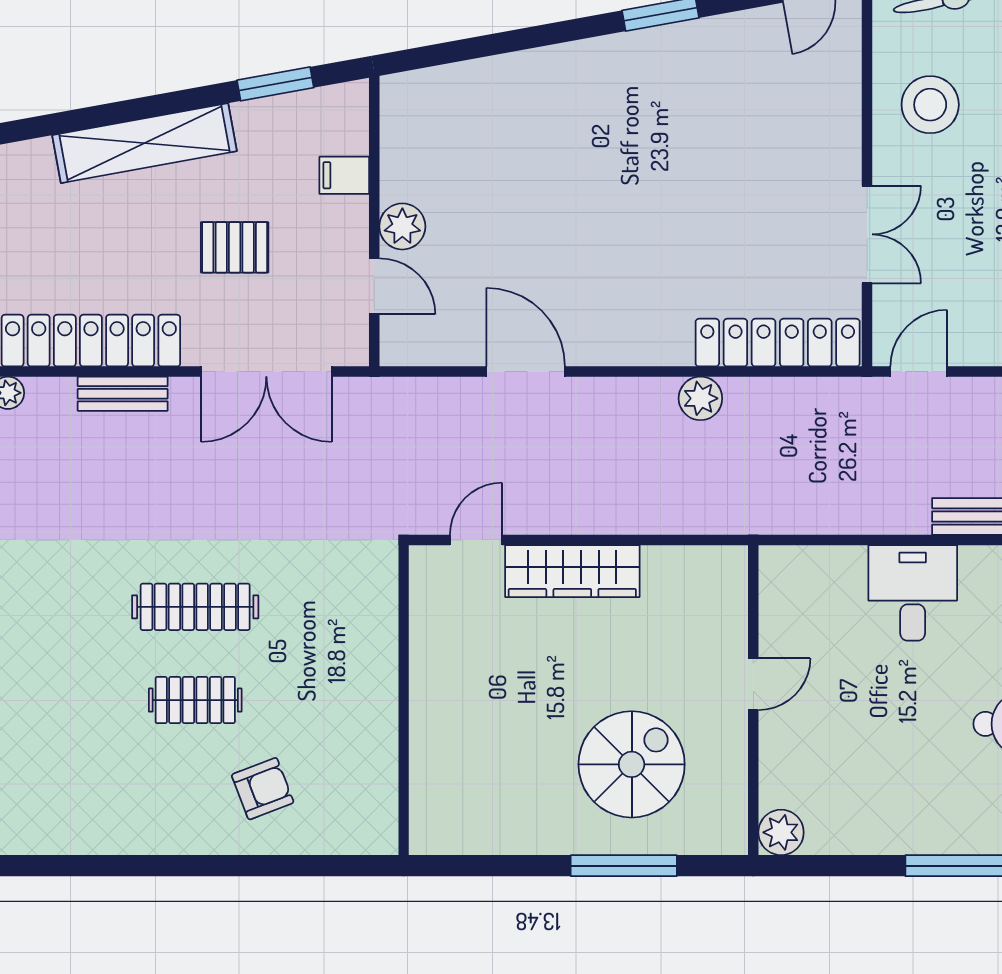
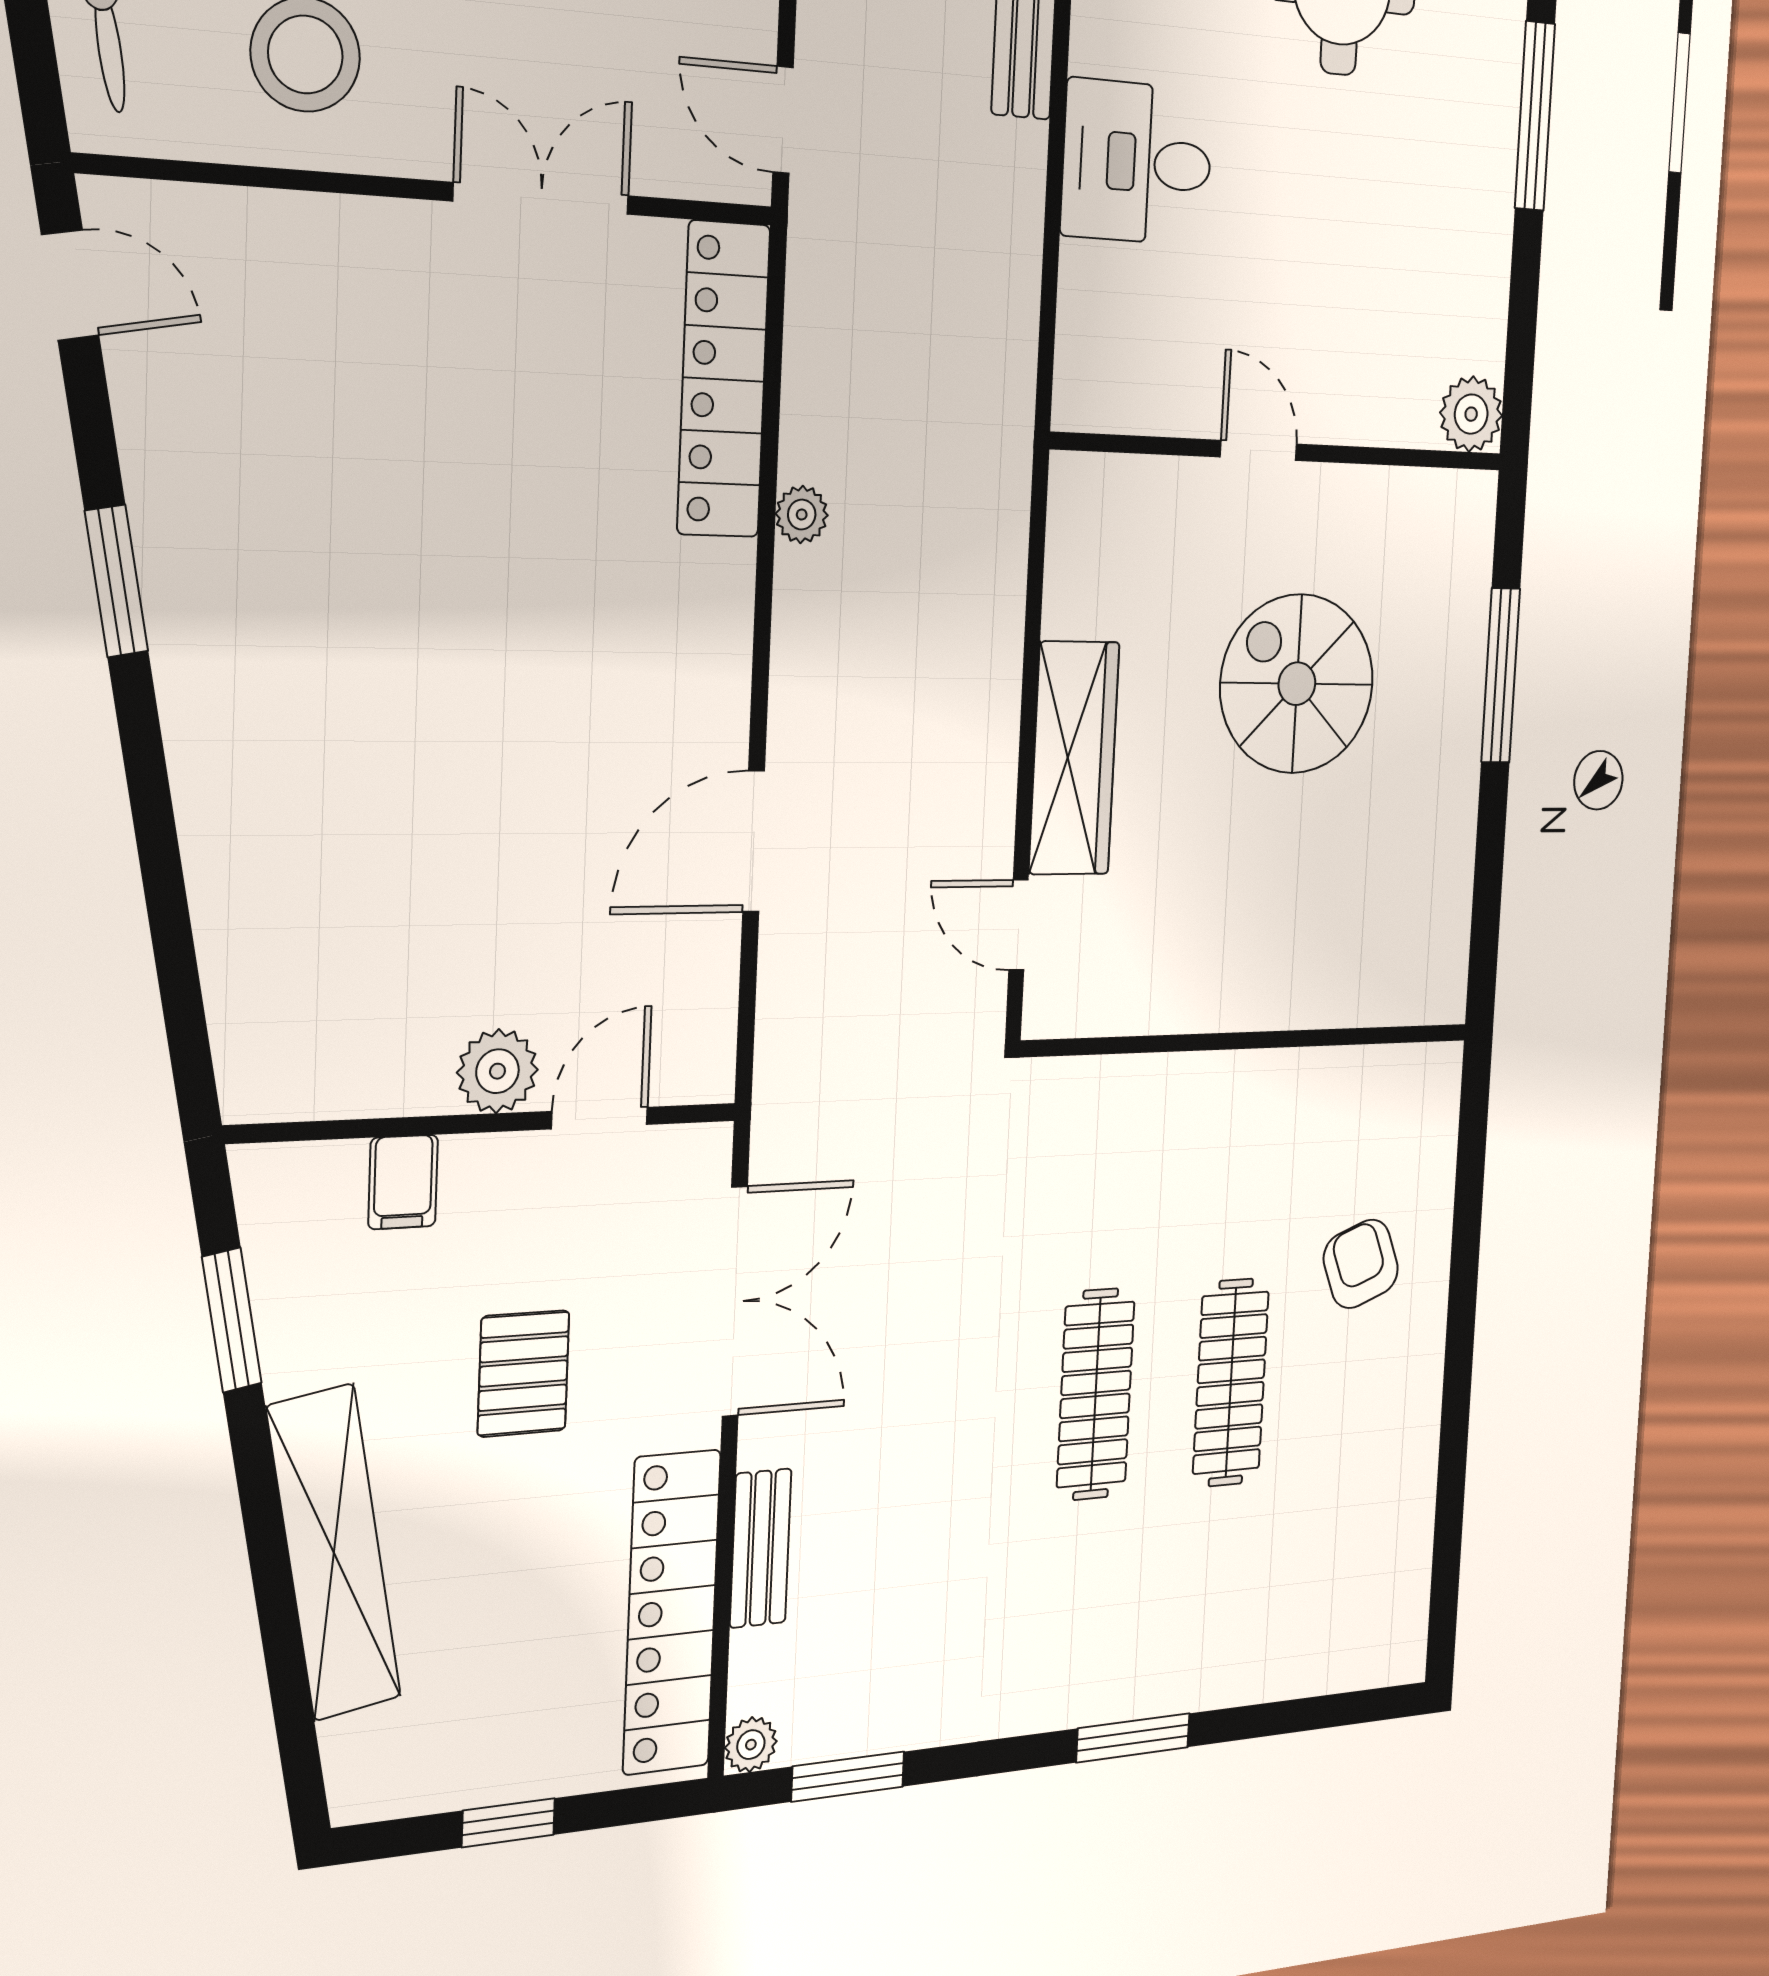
plant: (700, 398) -> (802, 515), width x0.73, depth x0.73
clothes rail: (195, 700) -> (1231, 1383), width x1.36
spiral stairs: (632, 764) -> (1297, 684), moved

